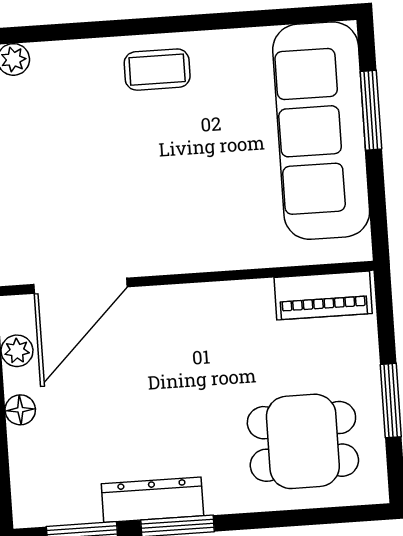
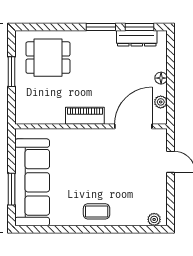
piano: (323, 295) -> (85, 116), moved
dresser: (152, 500) -> (137, 38), moved

